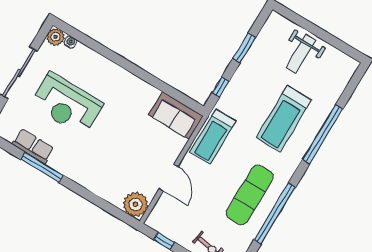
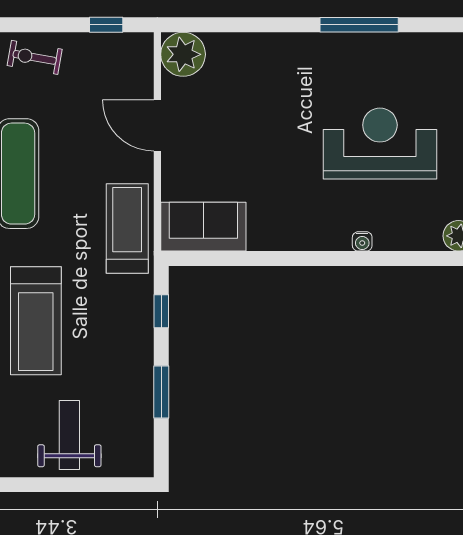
water cooler: (70, 42) -> (362, 241), moved
treadmill: (284, 119) -> (36, 321), turned 180
row of seats: (33, 146) -> (393, 49), removed

